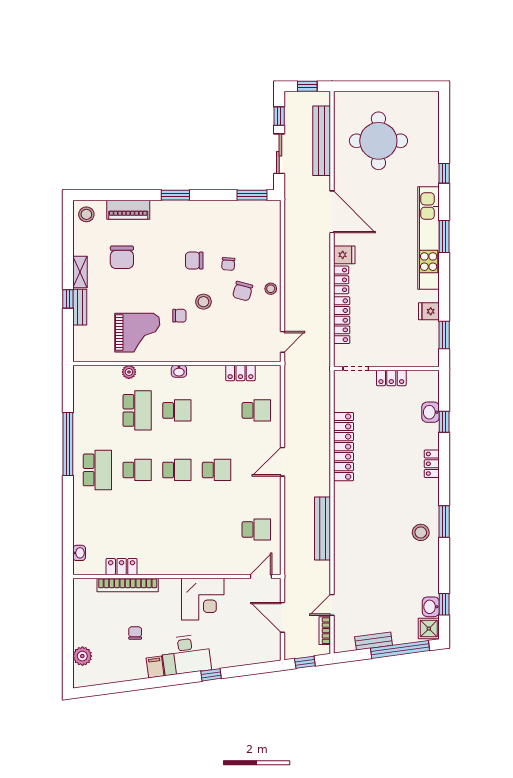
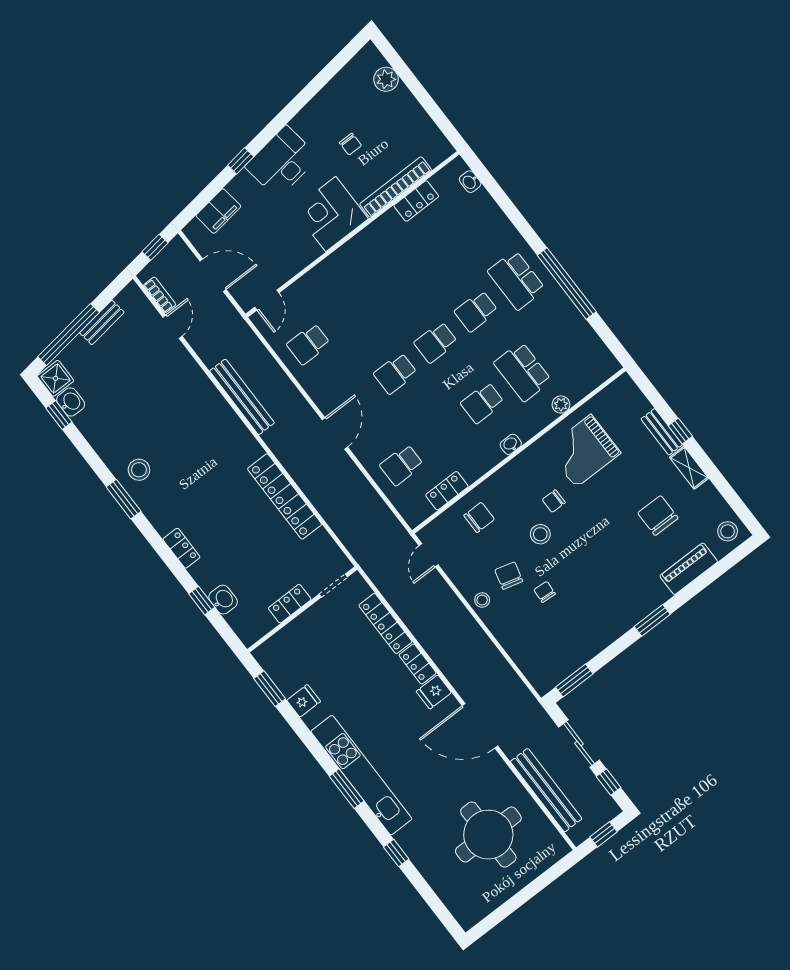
chair: (194, 260) -> (479, 517), moved
corner desk: (203, 599) -> (331, 214), moved
filing cabinet: (155, 667) -> (218, 211), moved, width x2.00

